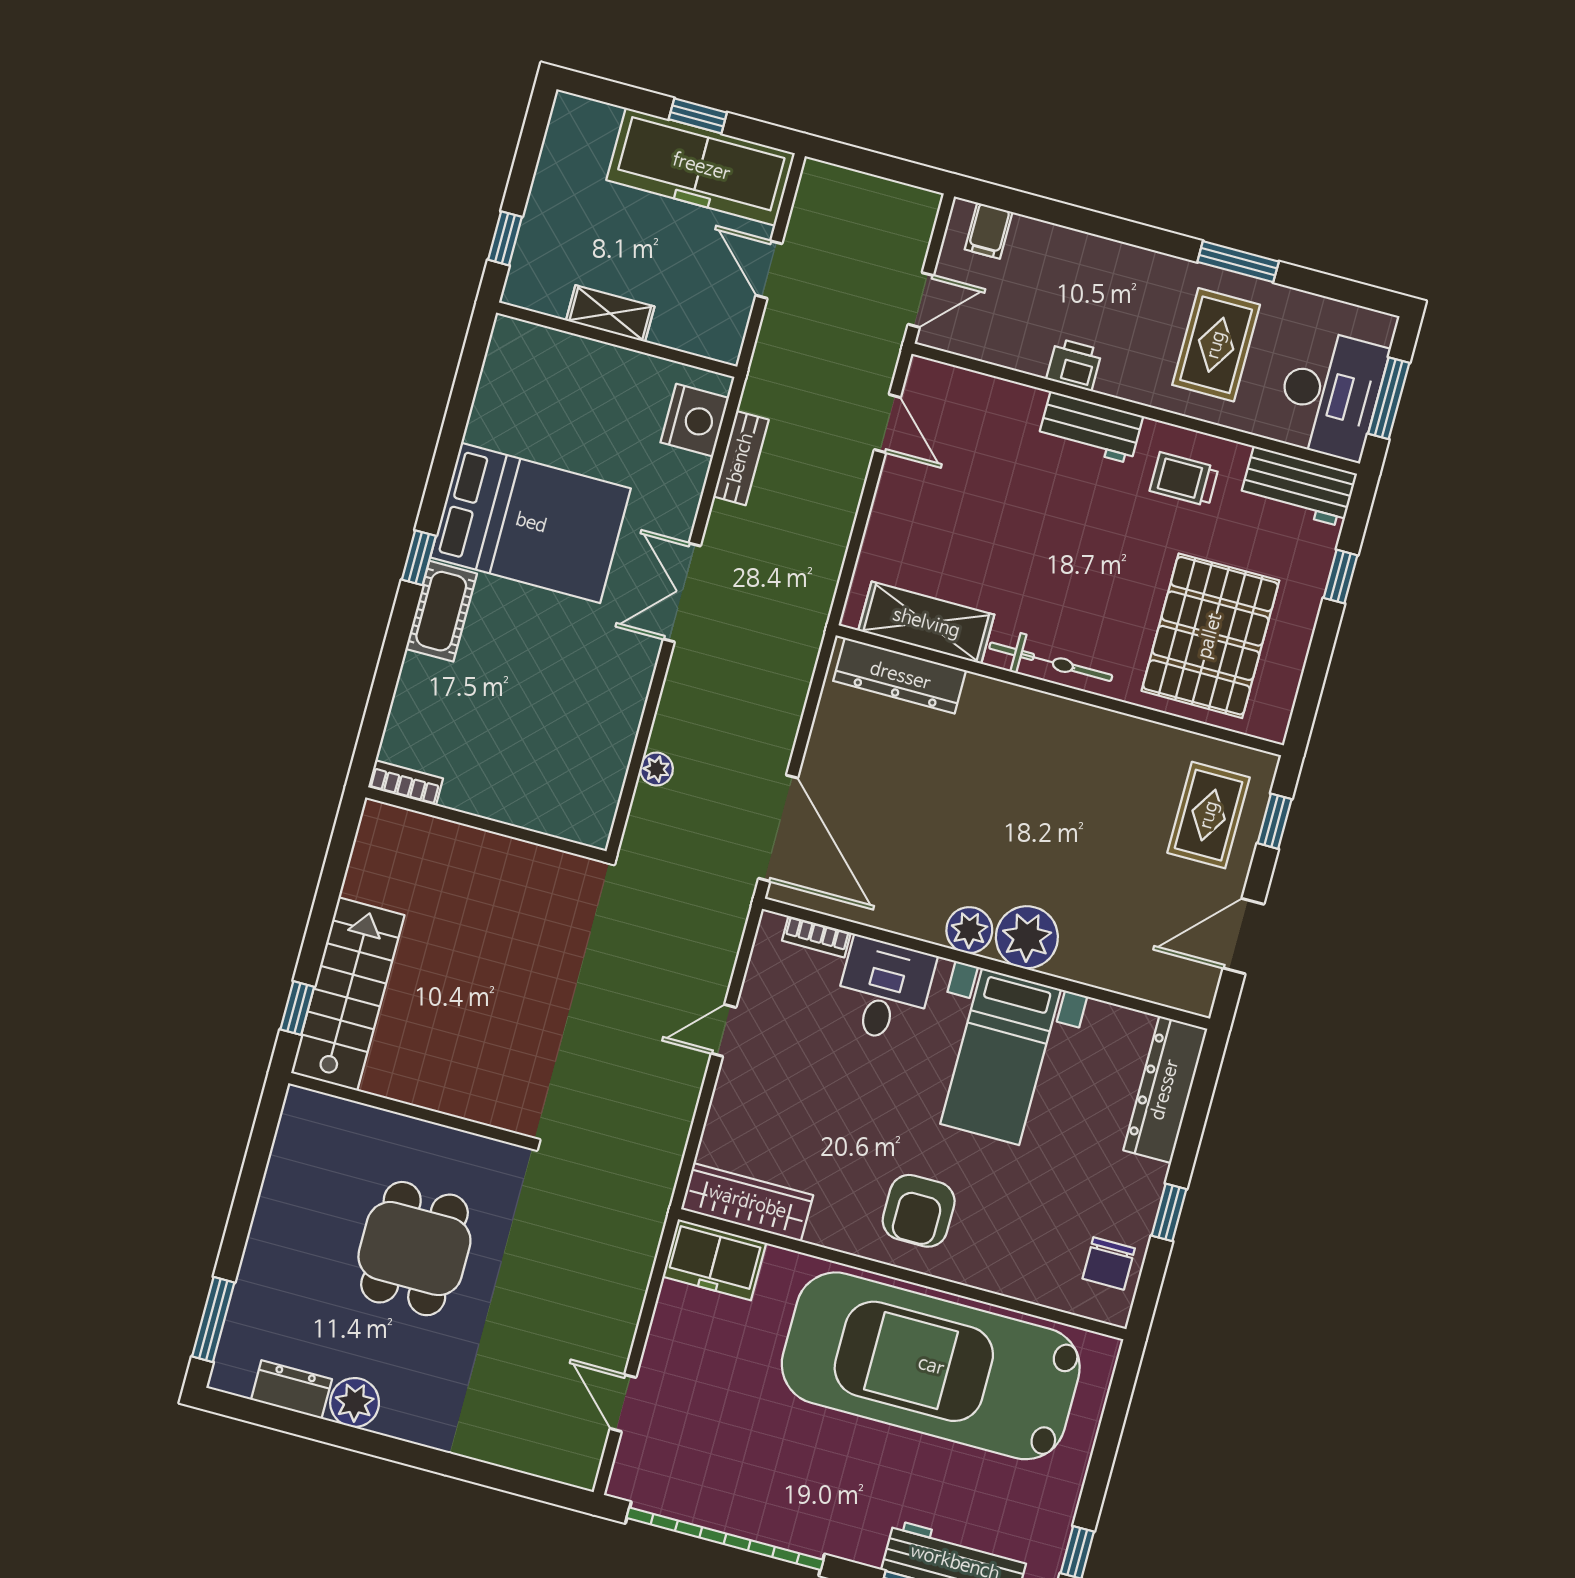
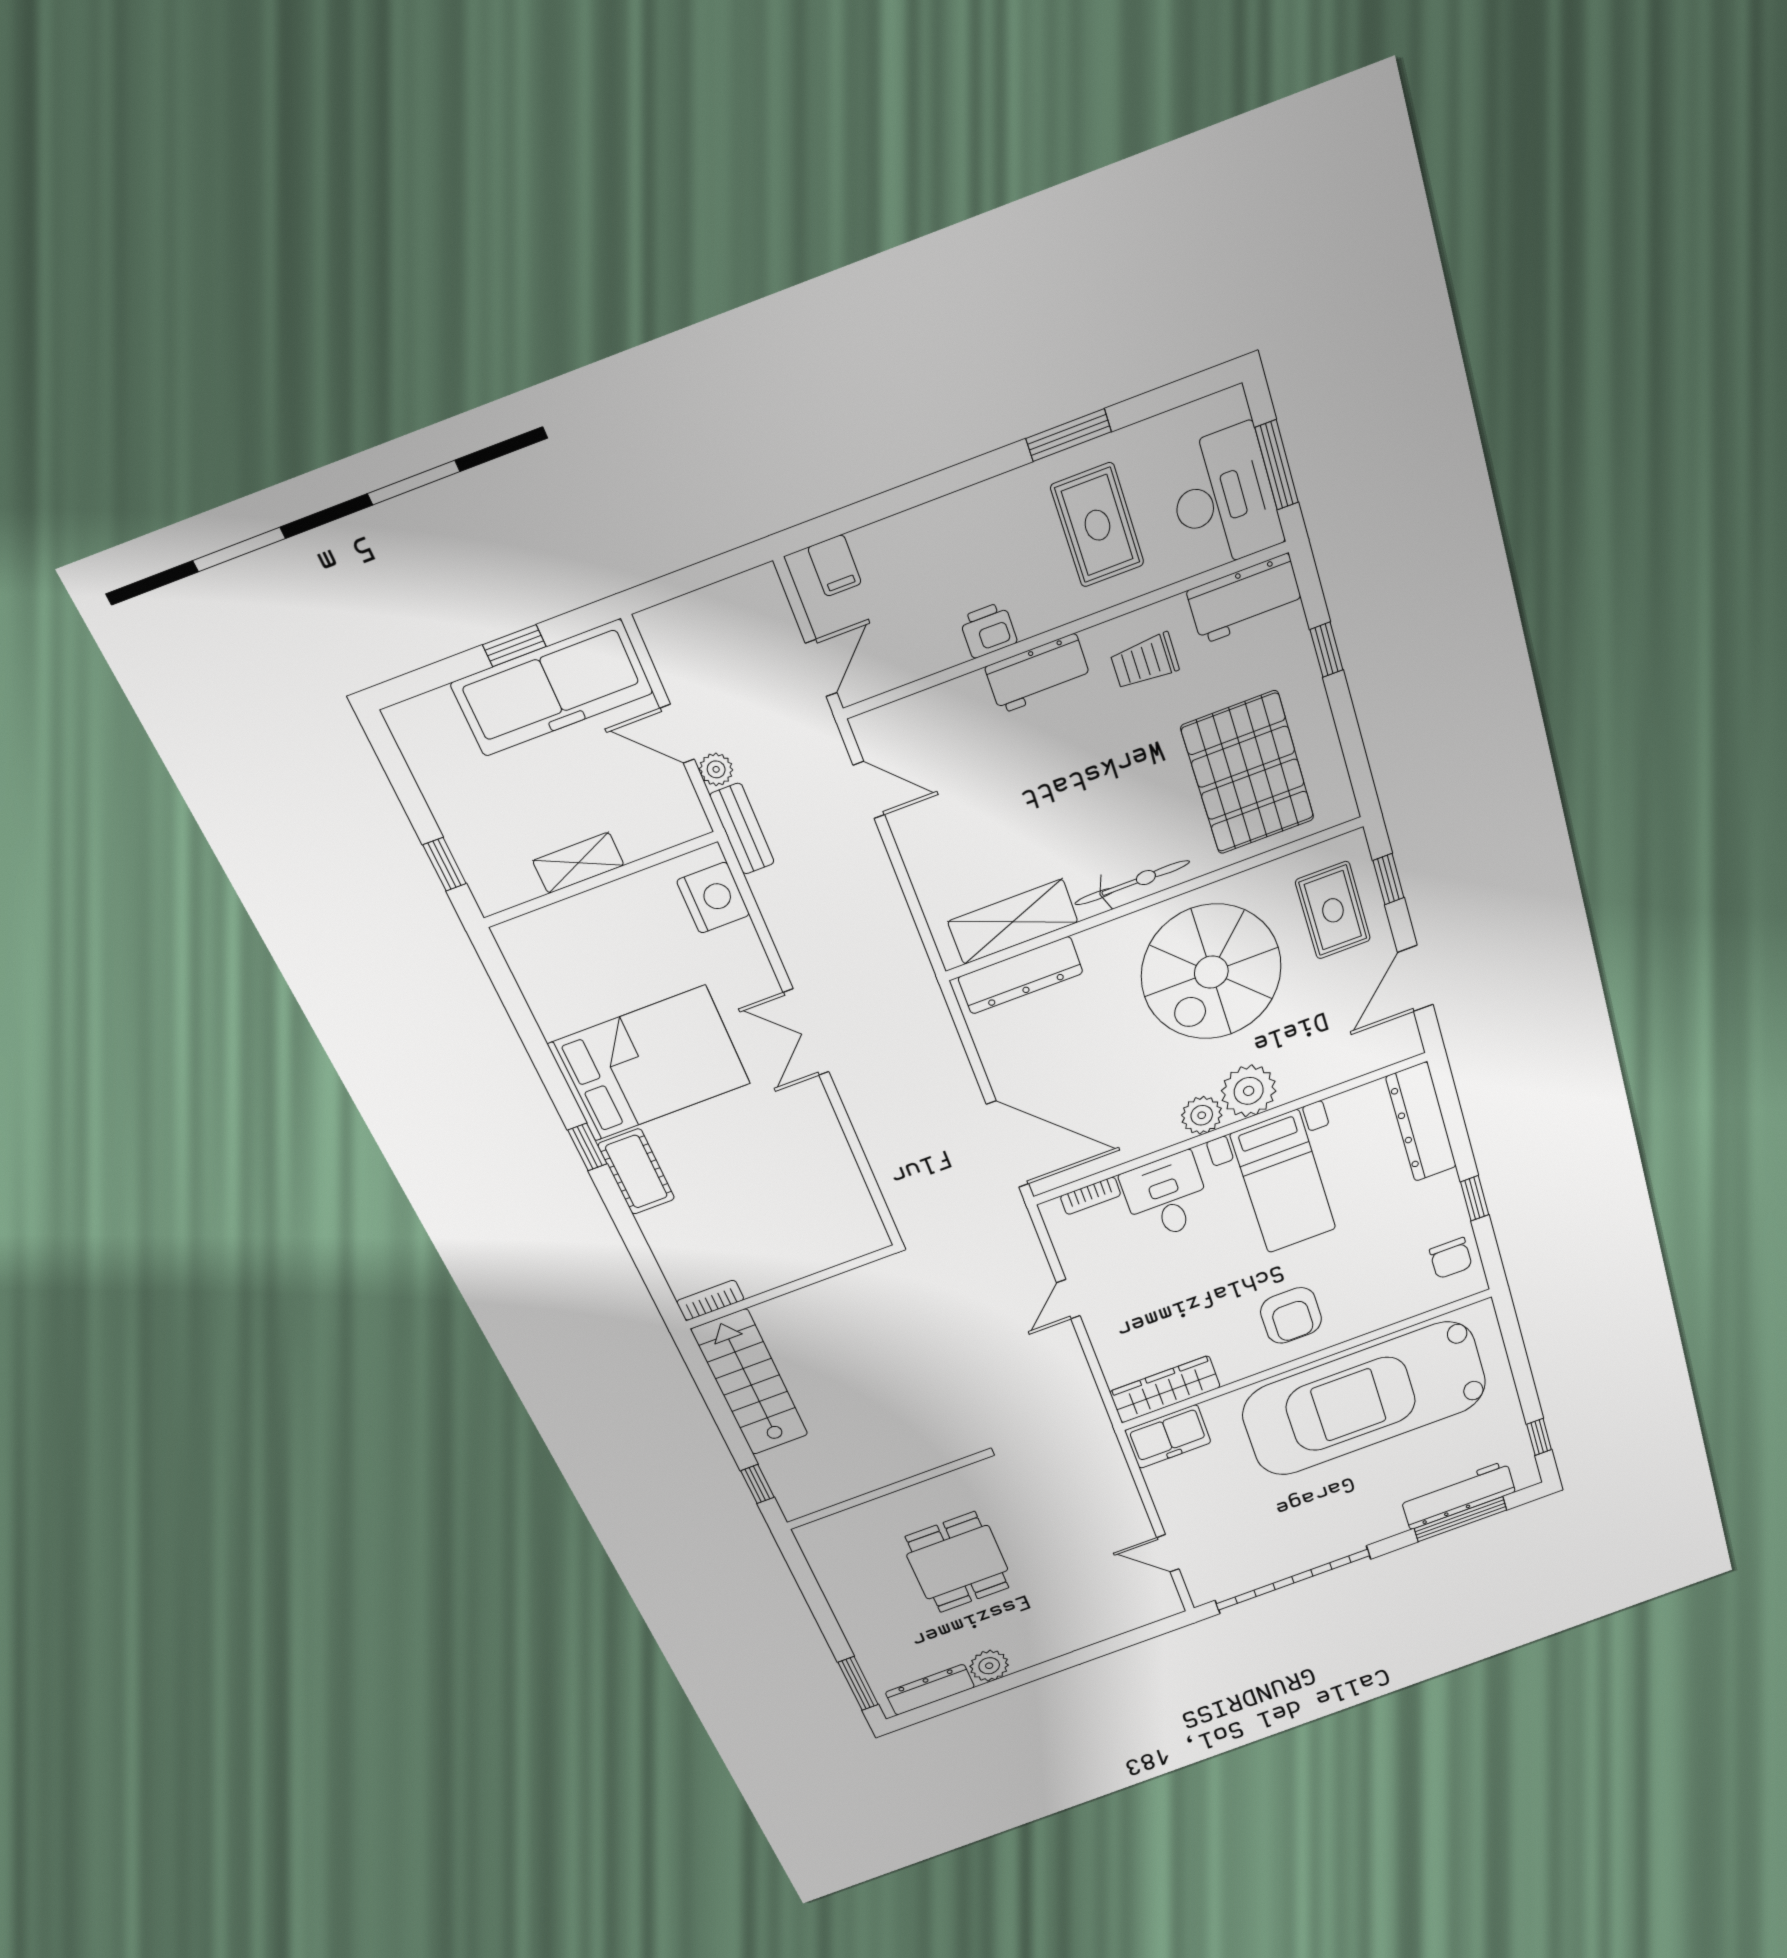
bench: (741, 458) -> (742, 829), moved
plant: (656, 769) -> (716, 769), moved
spiral stairs: (1066, 795) -> (1211, 972), added
stairs: (348, 994) -> (750, 1383), moved
dresser: (291, 1389) -> (930, 1690), width x1.44

